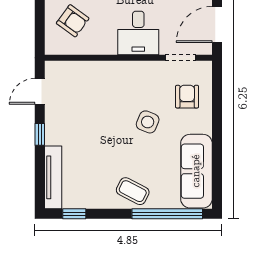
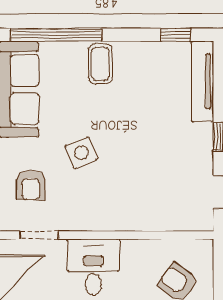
side table: (148, 122) -> (81, 153), turned 45
coffee table: (133, 191) -> (100, 64), turned 63

